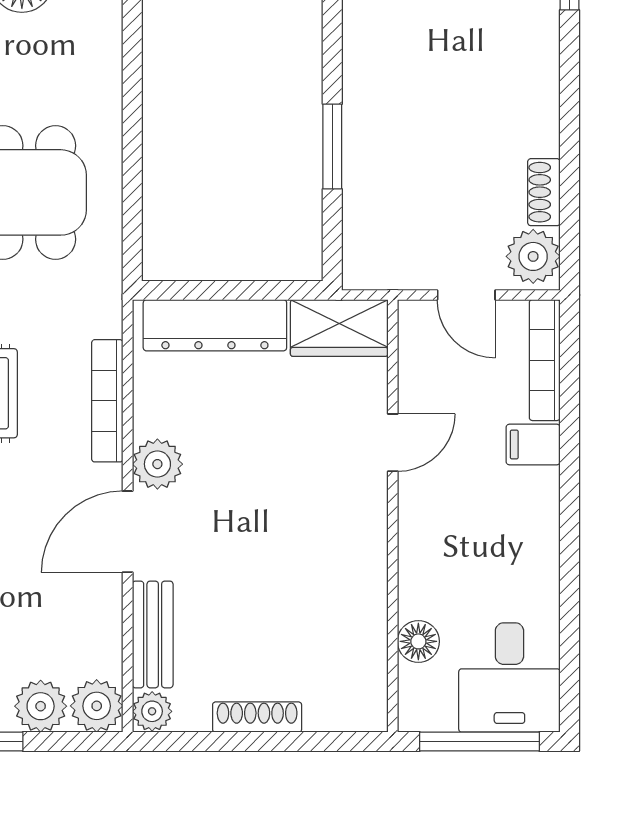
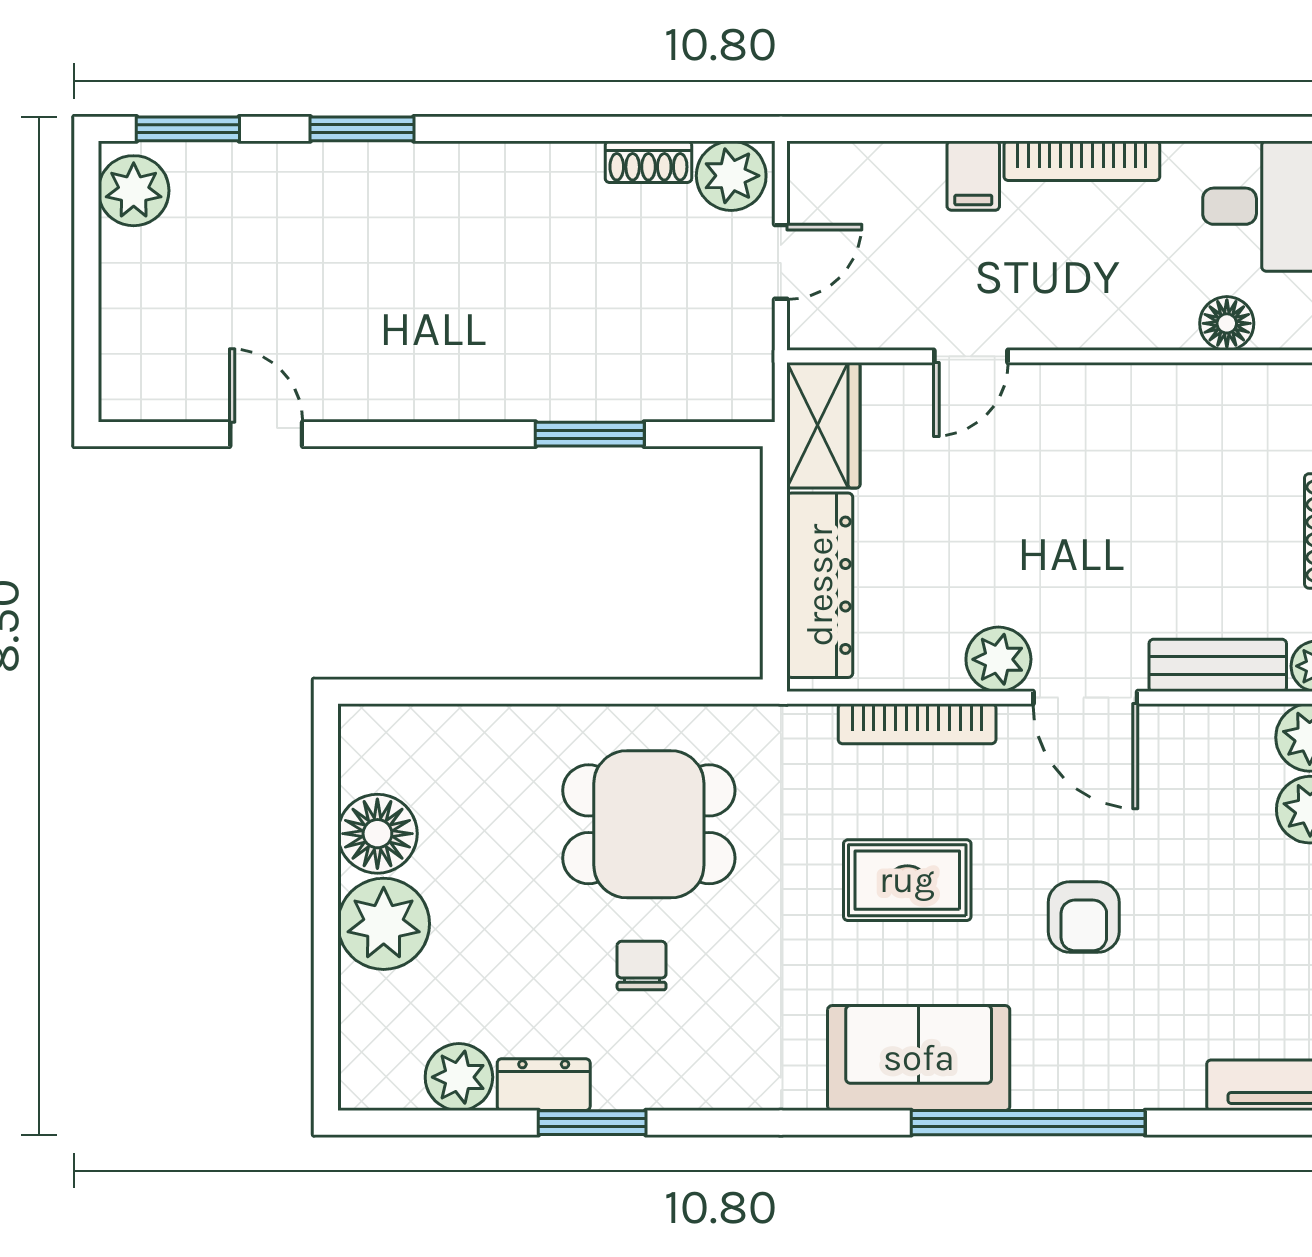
bookcase: (545, 360) -> (1082, 161), moved
door: (393, 443) -> (971, 356), swing flipped

